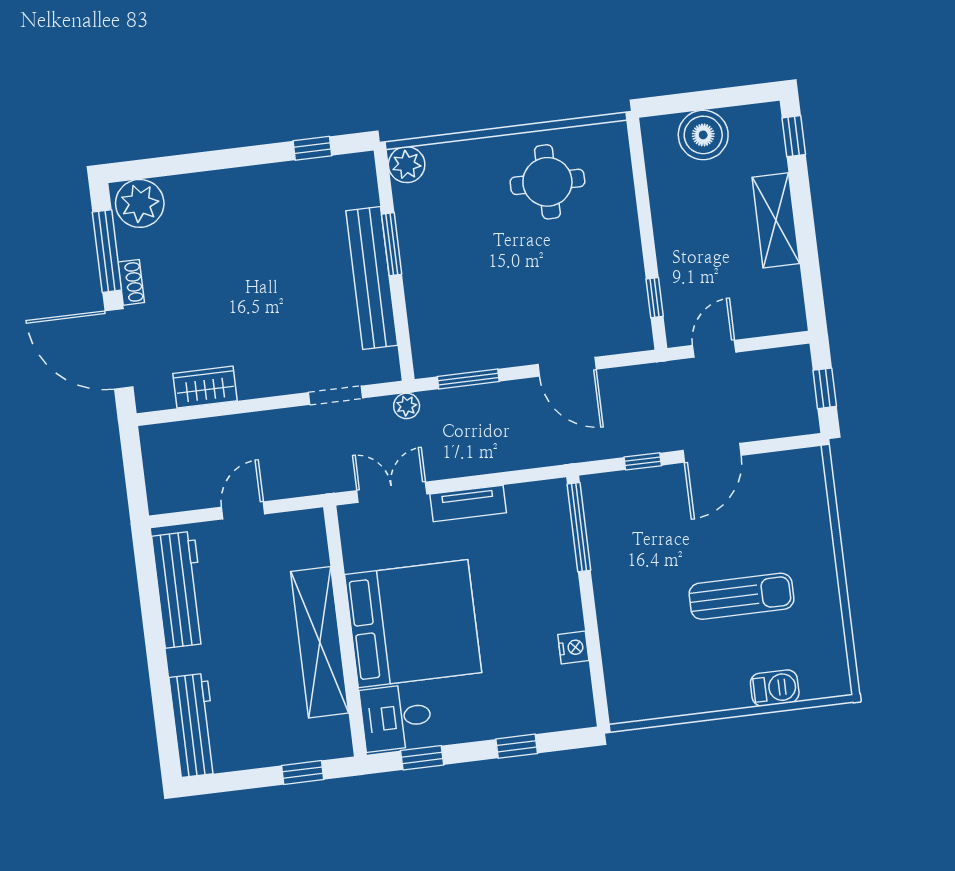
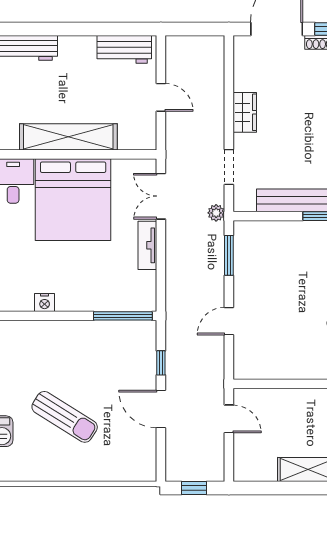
window: (655, 298) -> (267, 384), removed
door: (567, 367) -> (229, 321), width x0.73
wardrobe: (205, 387) -> (245, 112), moved
double door: (392, 492) -> (161, 196), swing flipped
workbench: (180, 590) -> (124, 49), width x0.73
sun lounger: (742, 596) -> (65, 417), turned -58

